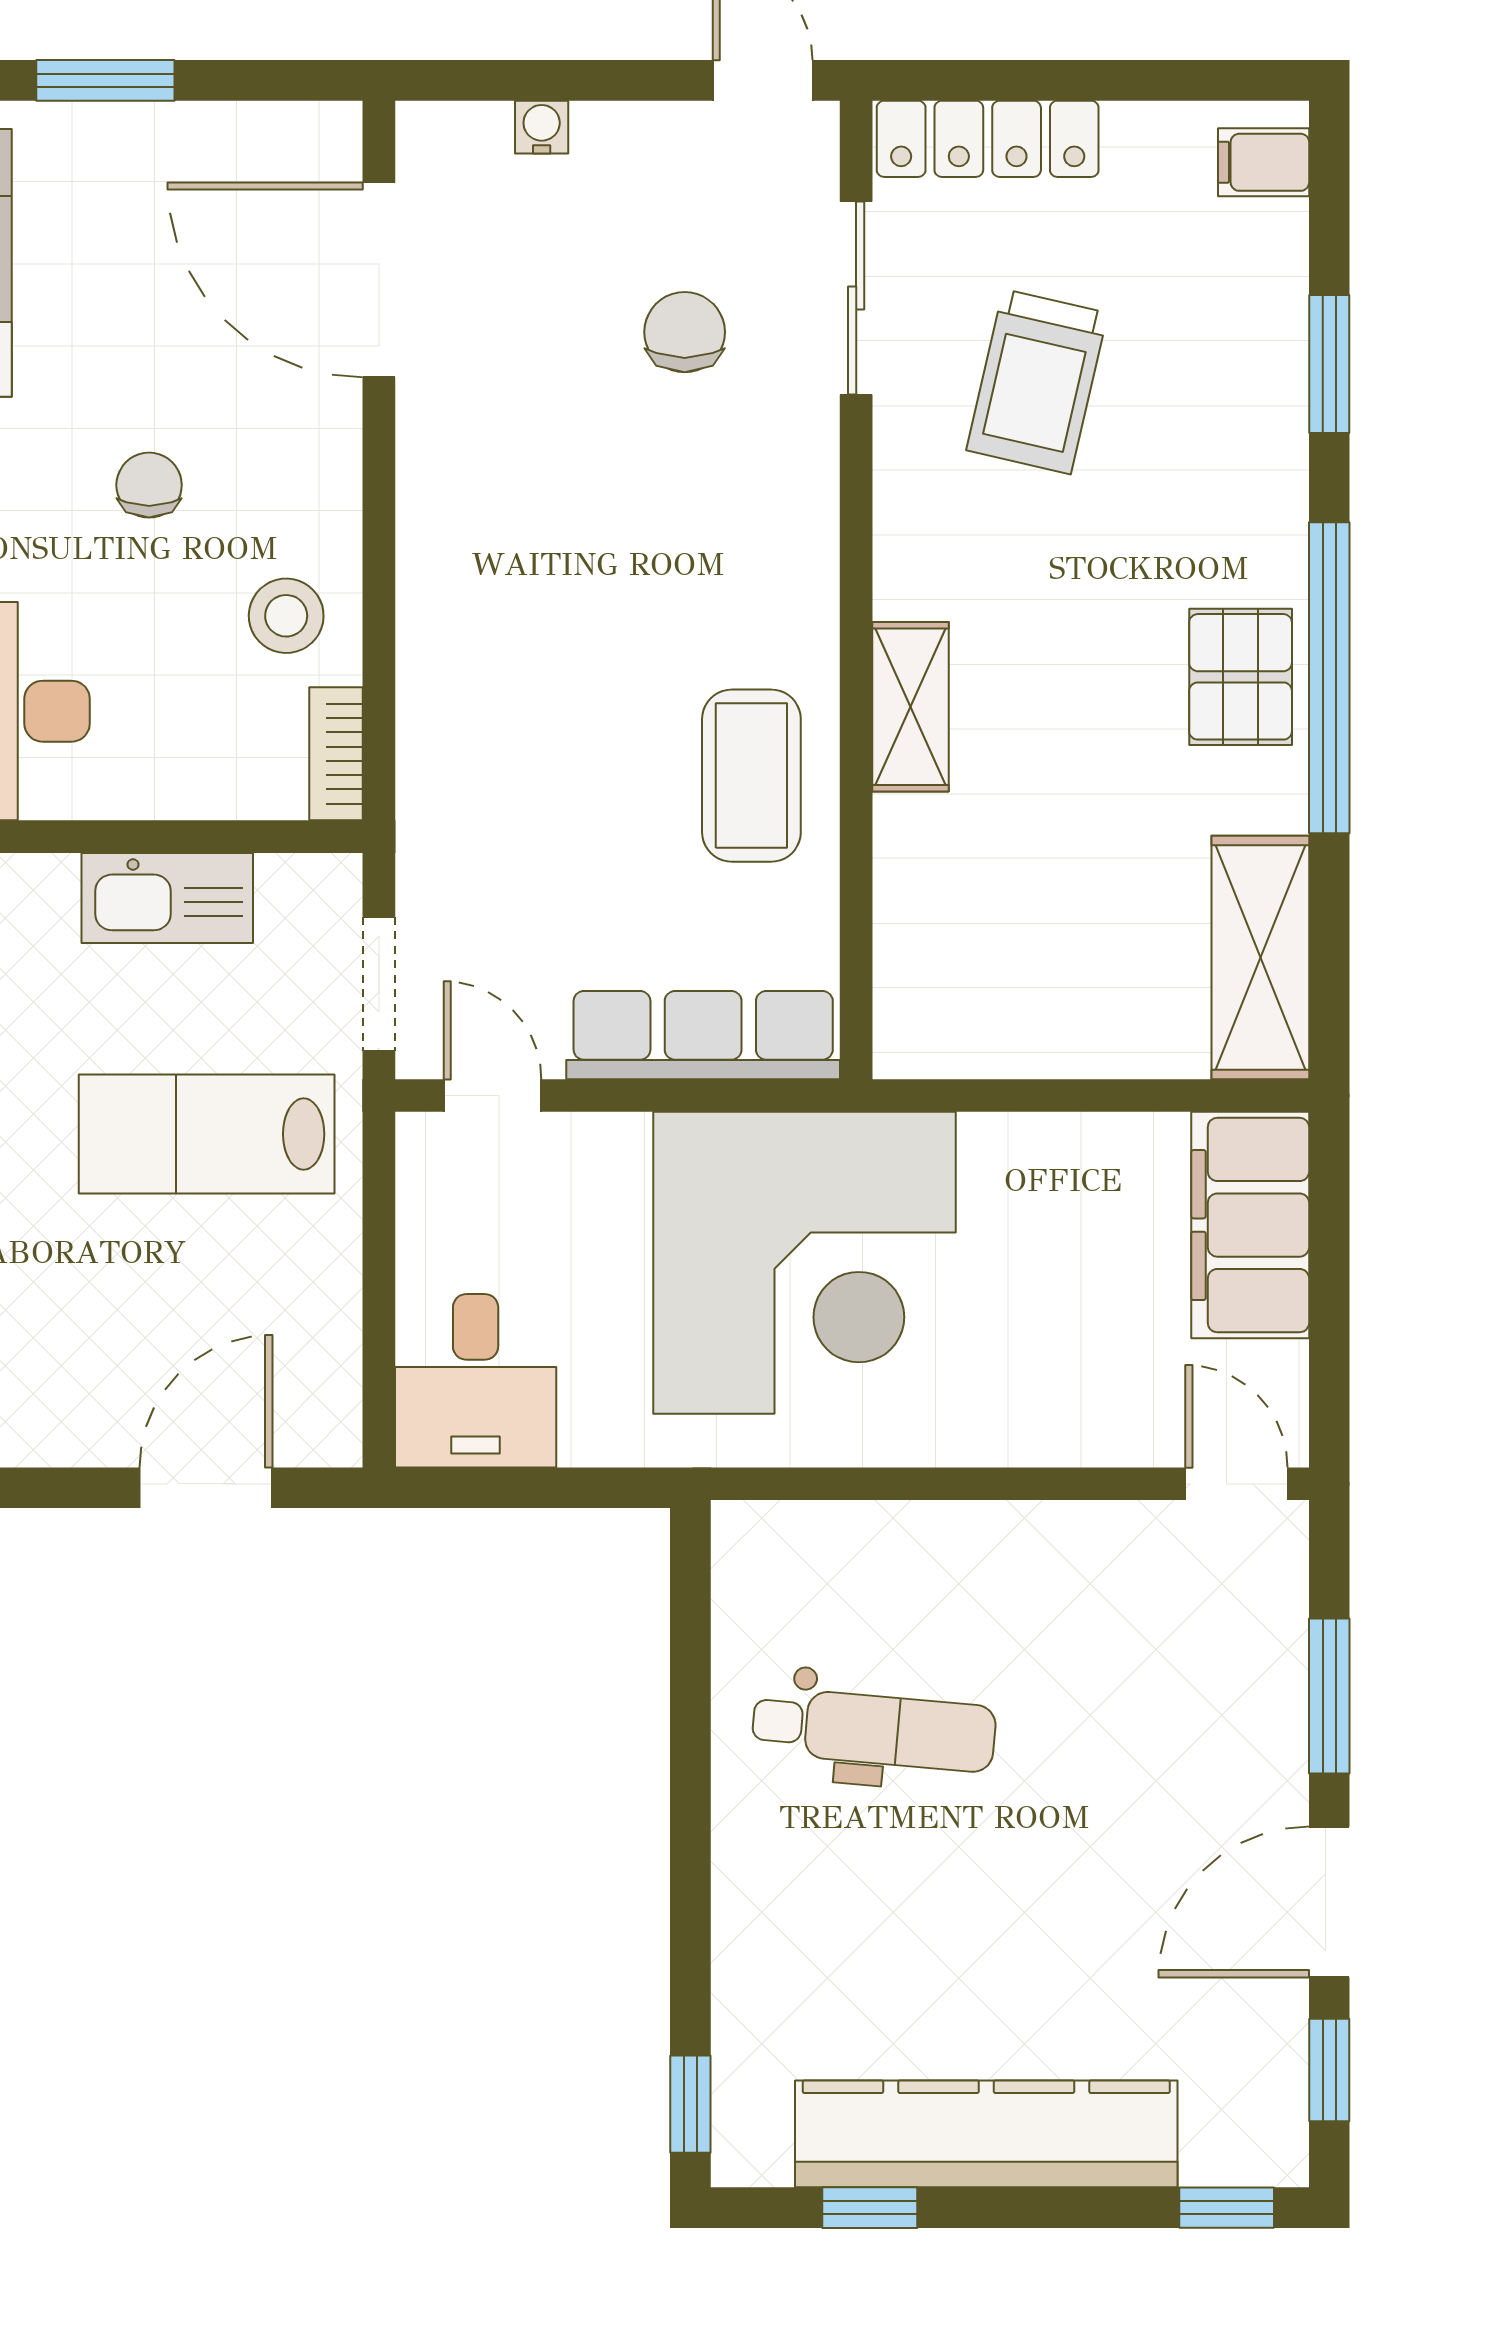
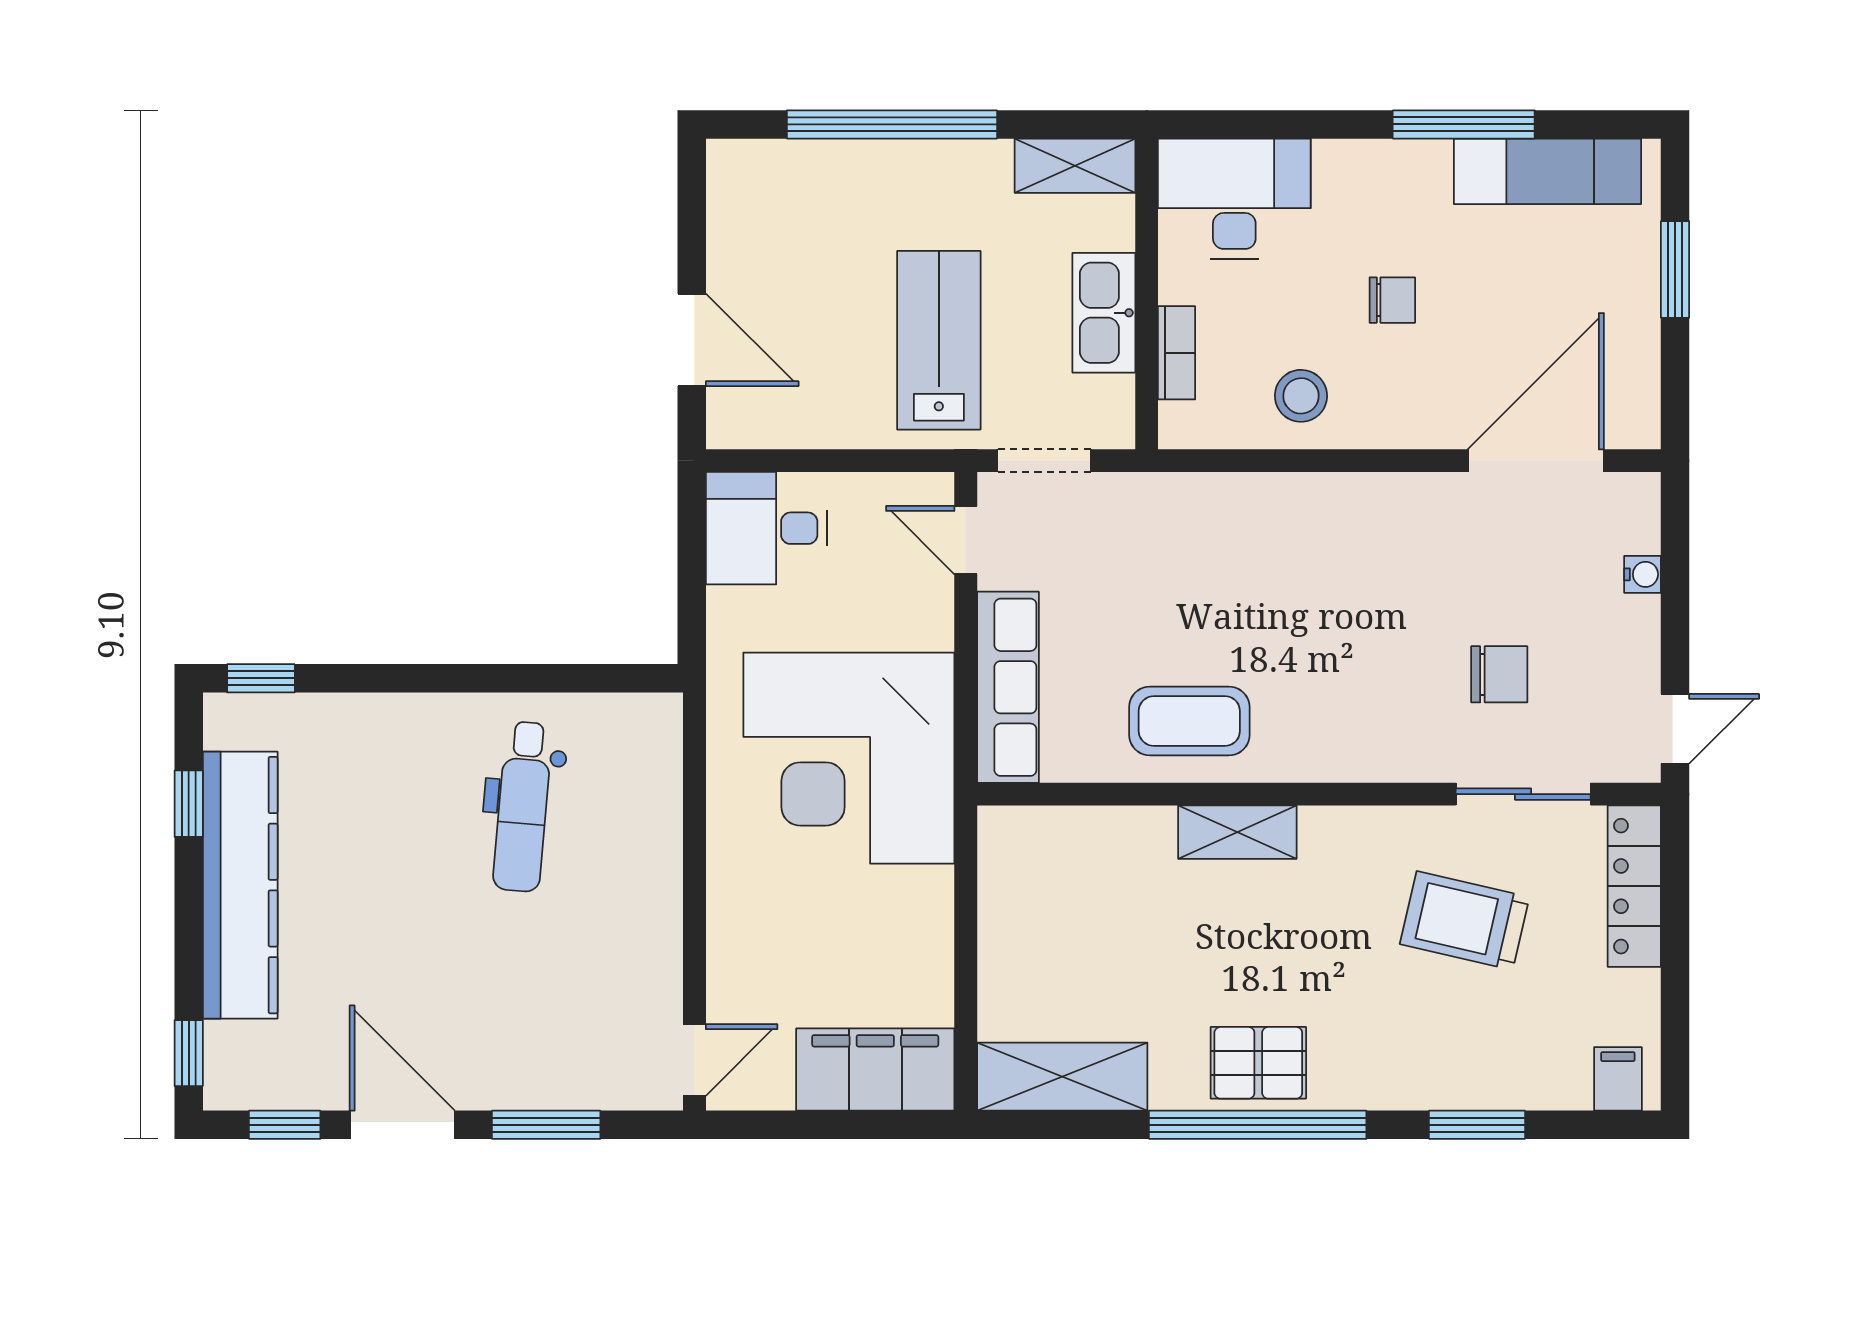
bookcase: (336, 754) -> (1177, 353), moved, turned 90
door: (493, 1095) -> (966, 540), swing flipped

